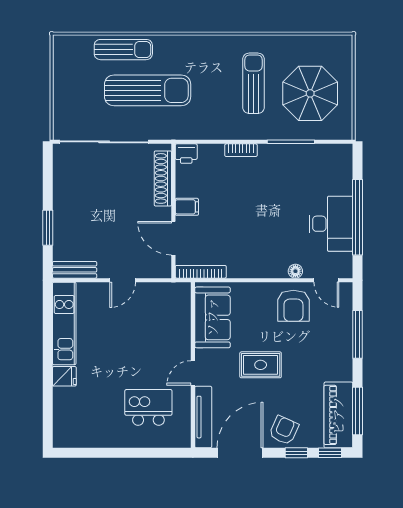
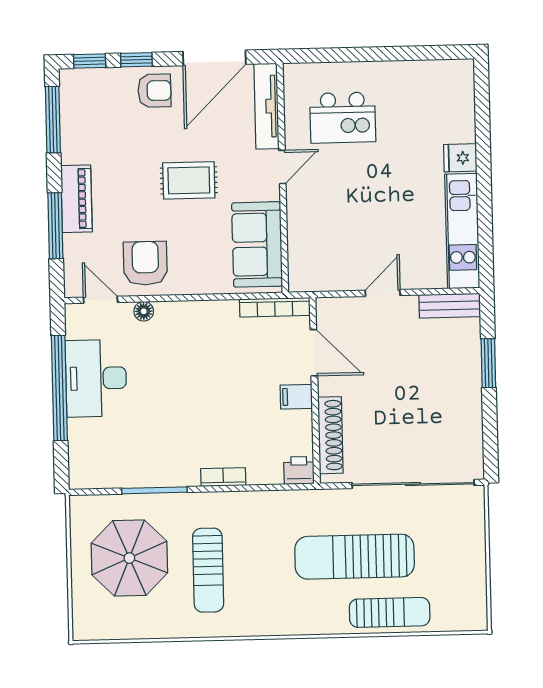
sun lounger: (123, 50) -> (390, 612), turned 180
piano: (338, 415) -> (76, 199), moved, width x0.73, depth x0.75
armchair: (284, 430) -> (154, 91), turned -114

